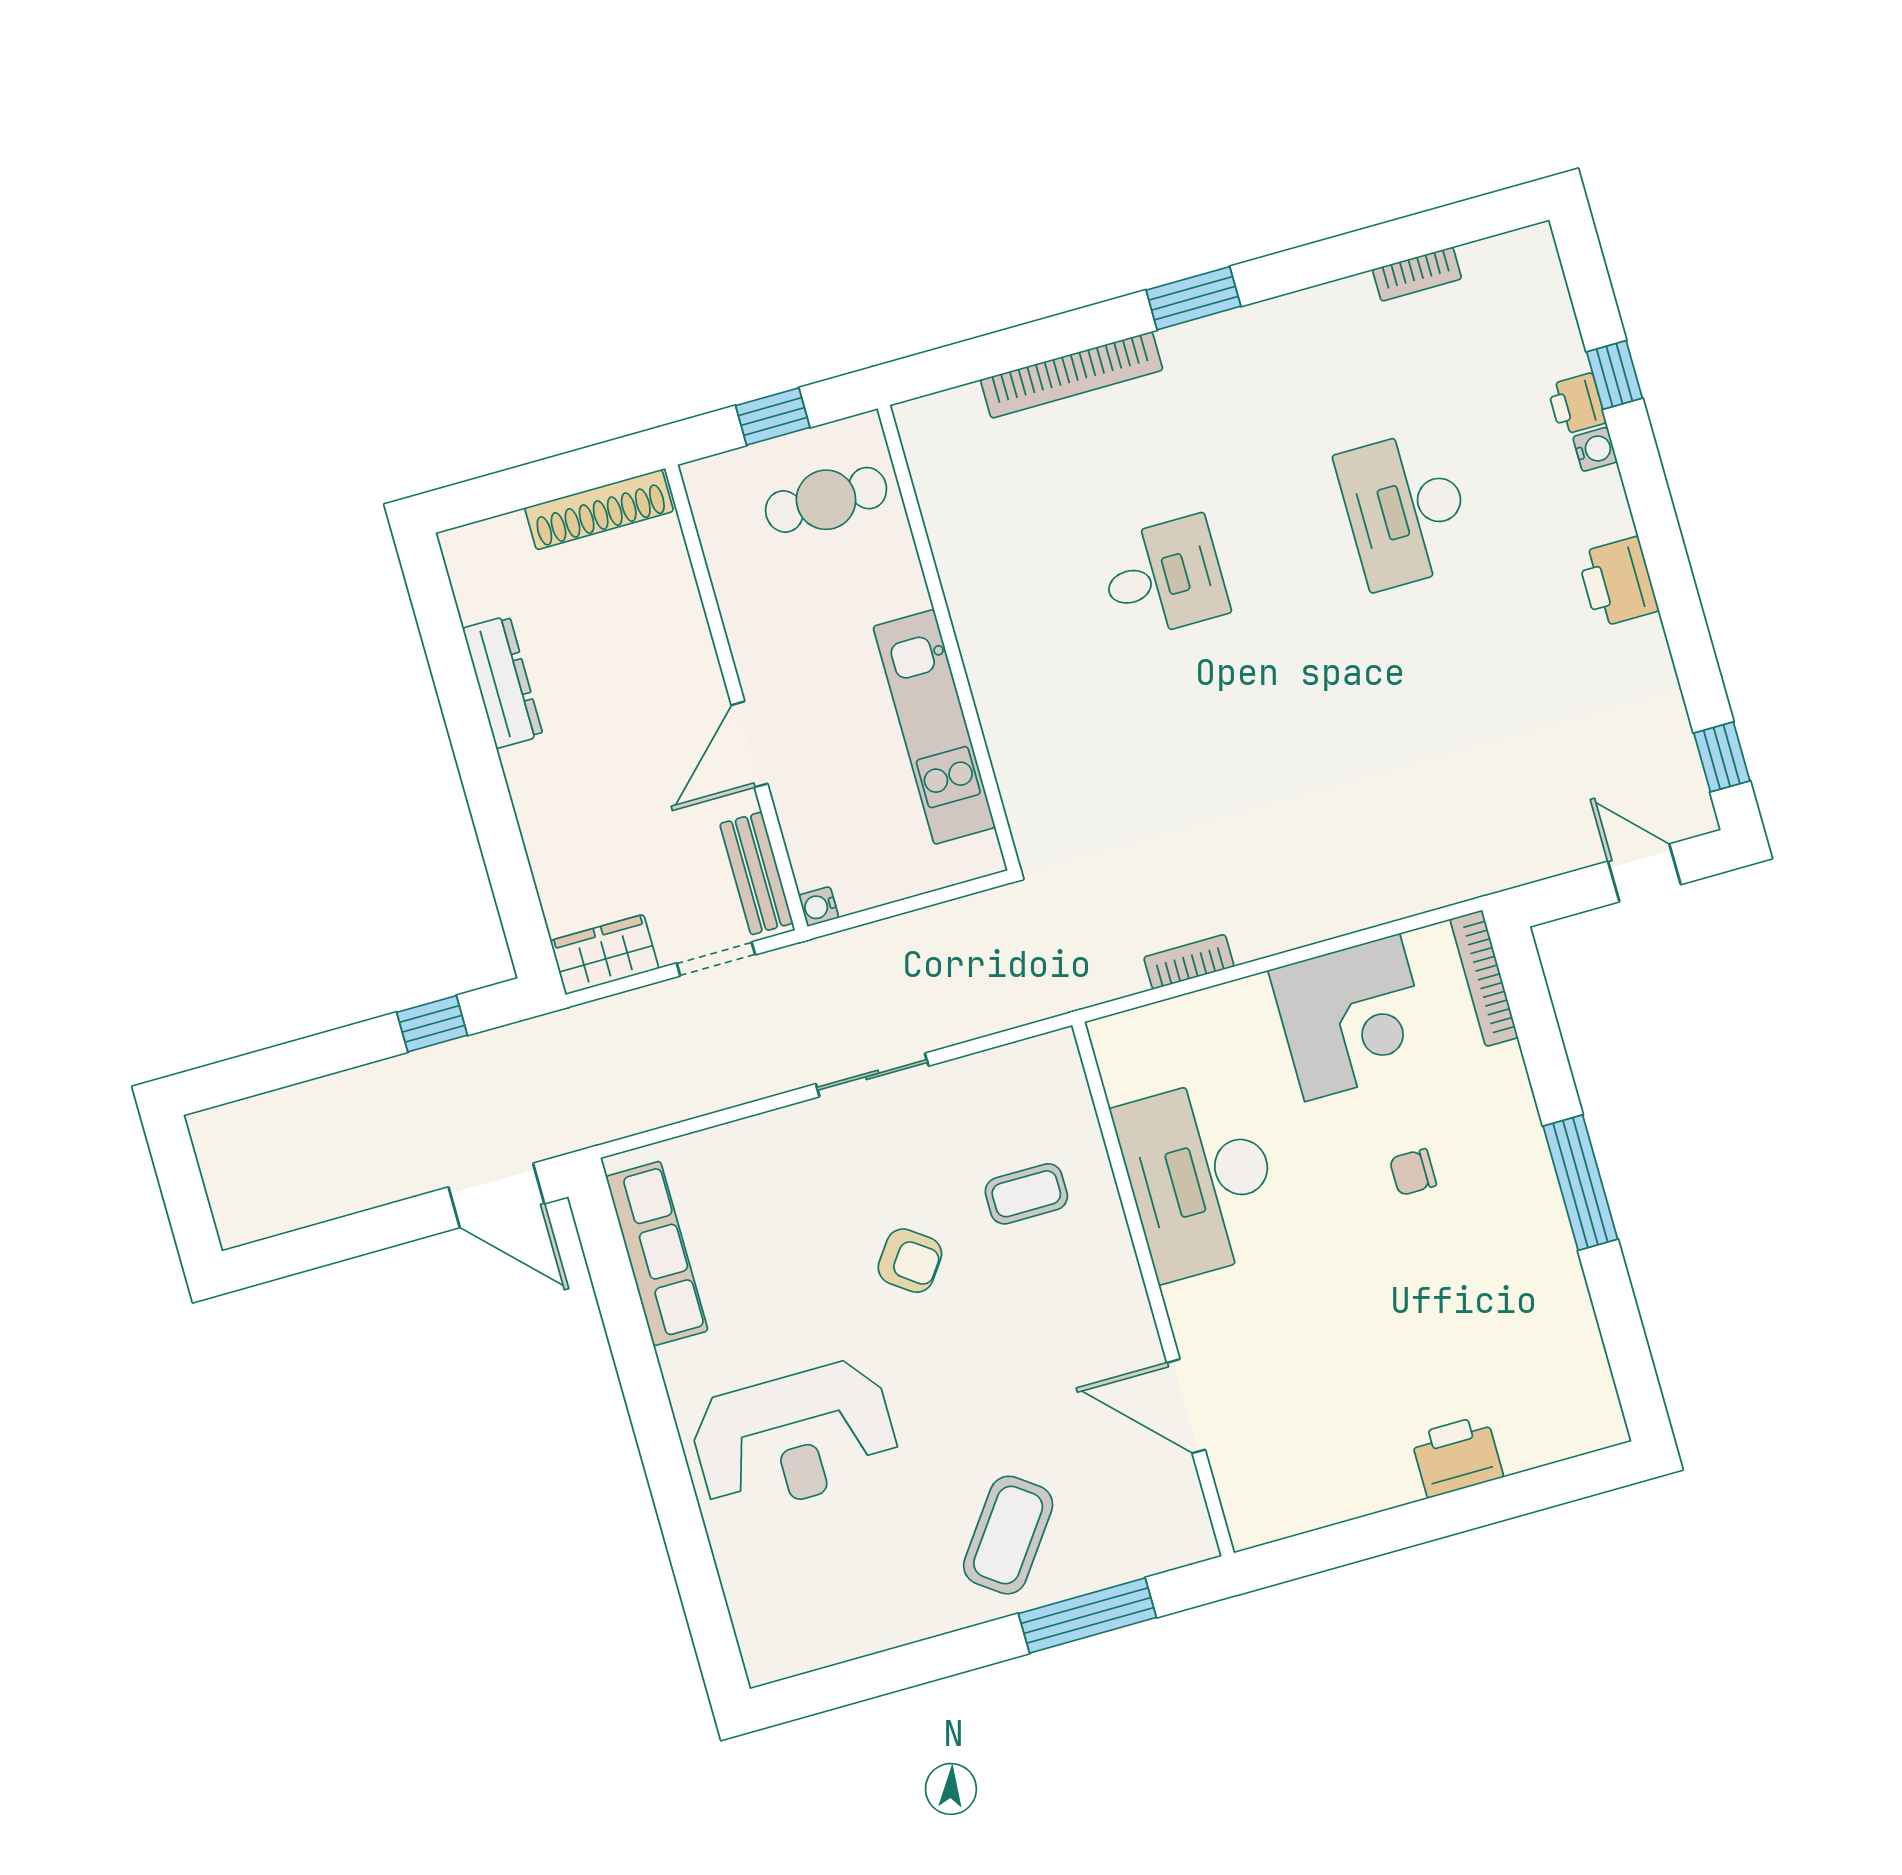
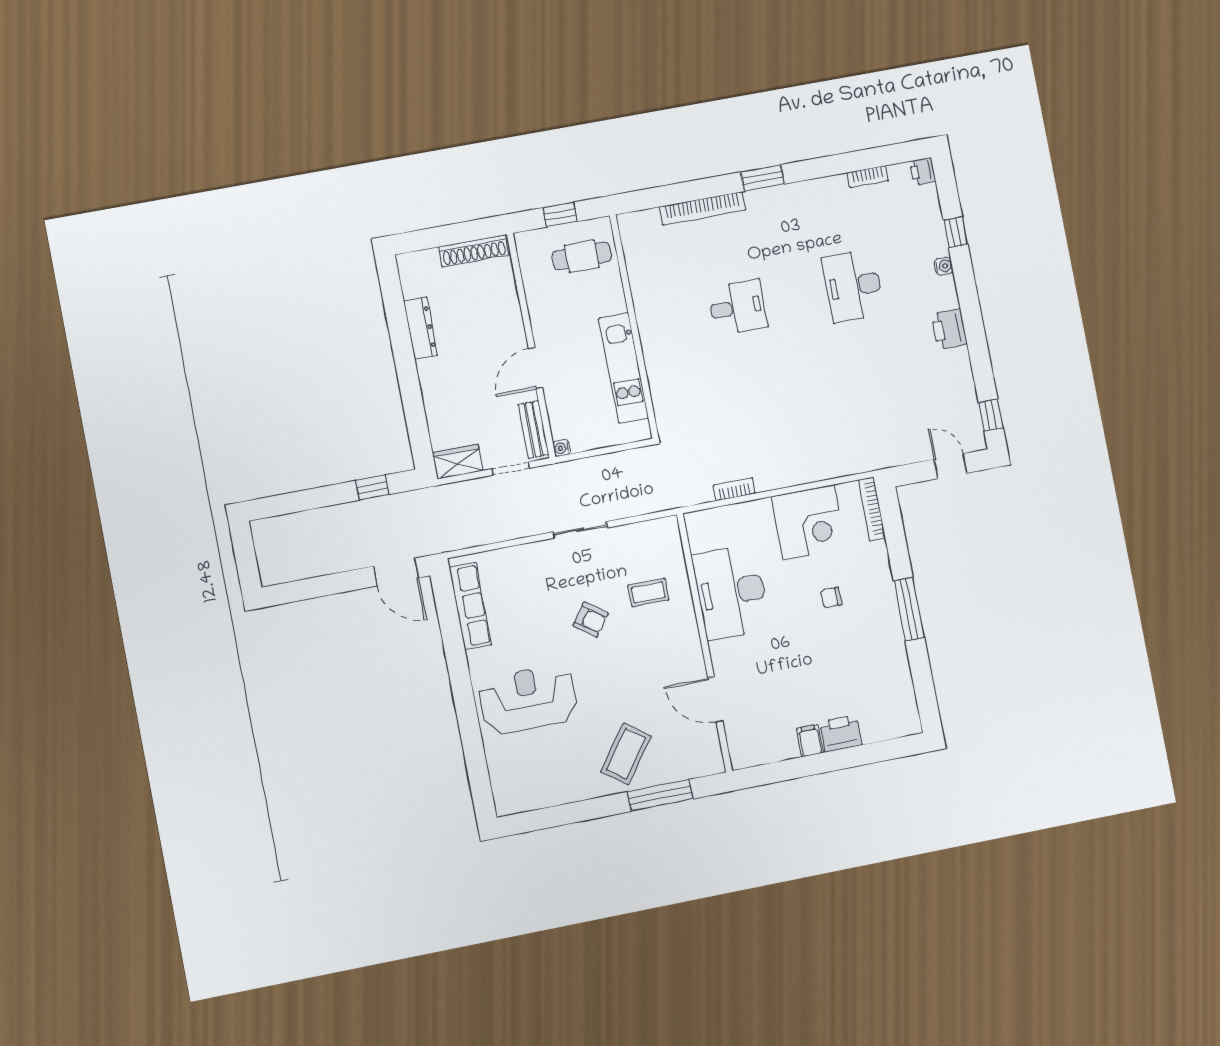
printer: (1577, 404) -> (923, 171), moved
reception desk: (794, 1438) -> (528, 699), turned 180
filing cabinet: (1393, 1476) -> (810, 741), added

